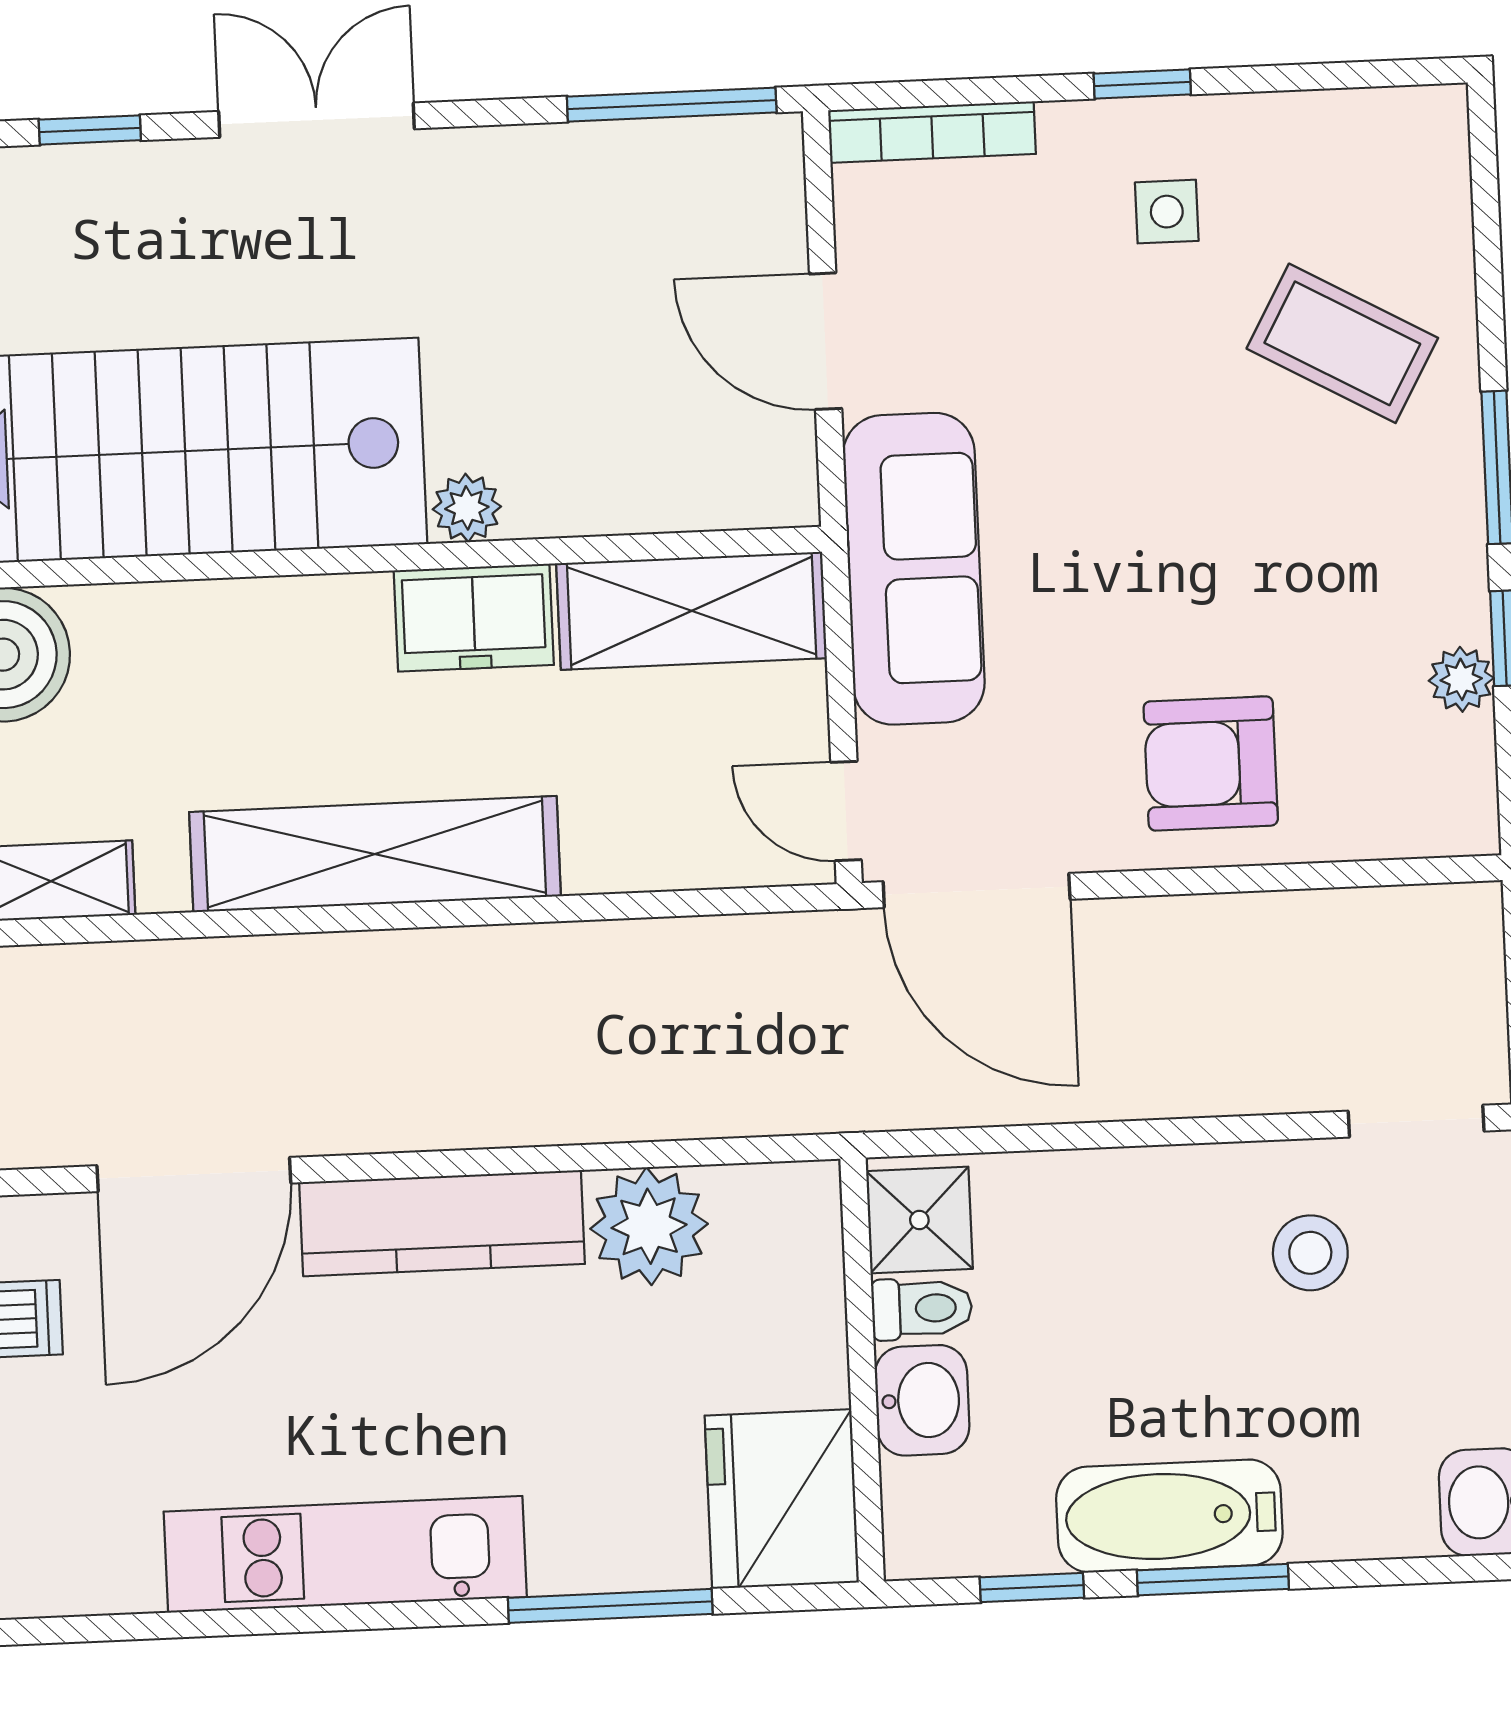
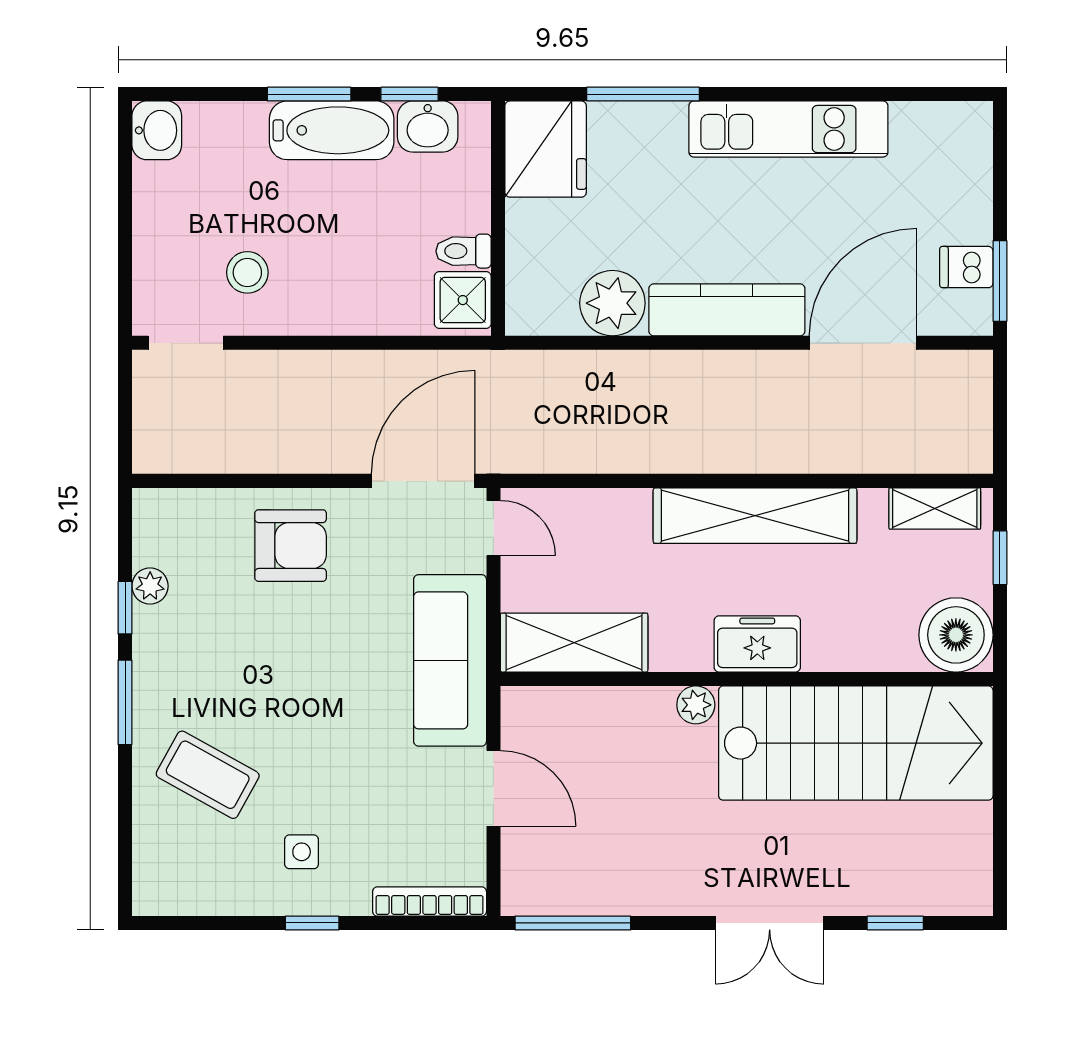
freezer: (474, 618) -> (757, 644), moved
door: (977, 891) -> (423, 481), hinge flipped
washbasin: (922, 1400) -> (428, 127), moved, turned -90

